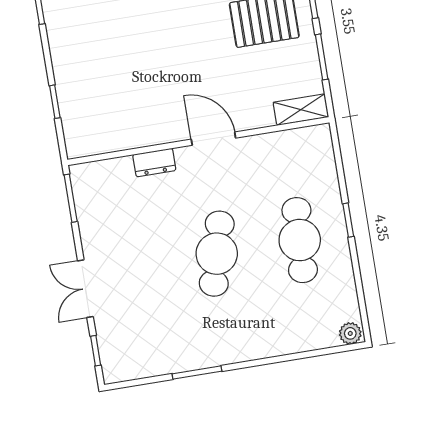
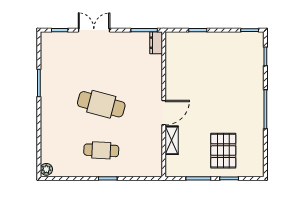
shelving: (301, 110) -> (172, 140), moved
dresser: (154, 163) -> (156, 43), moved
cafe table: (300, 240) -> (101, 150), width x0.73, depth x0.74

